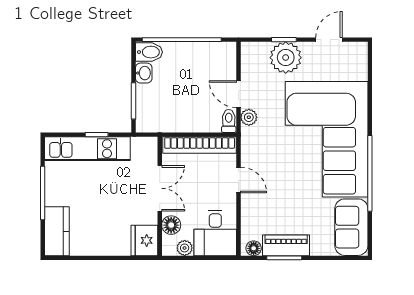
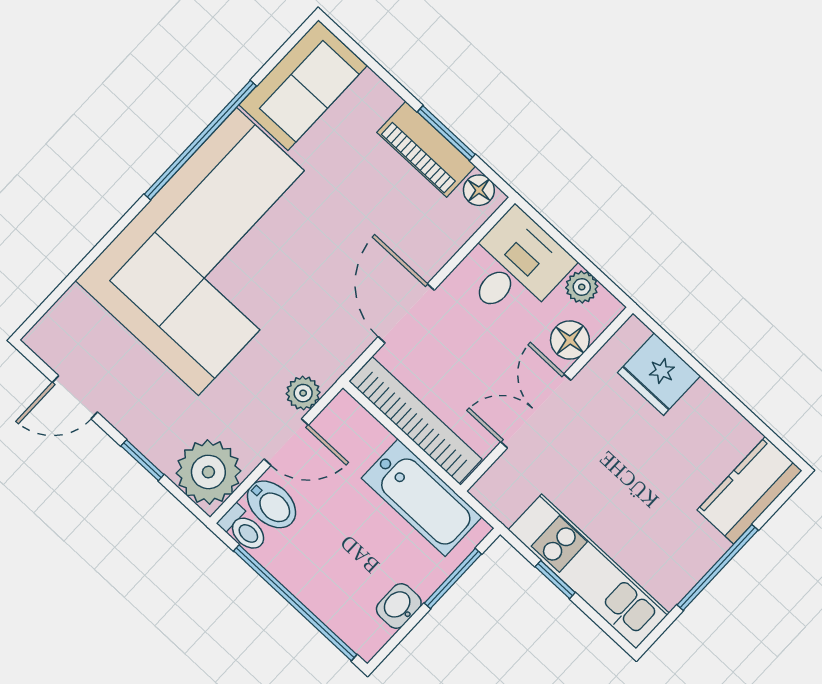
bidet: (149, 52) -> (272, 504), moved, turned 180
plant: (286, 58) -> (208, 472), moved
door: (239, 94) -> (286, 442), hinge flipped
bathtub: (172, 119) -> (422, 498), added
toilet: (229, 121) -> (244, 529), moved, turned -90
door: (239, 180) -> (406, 313), width x1.38
fridge: (144, 240) -> (659, 374), moved, turned 90

